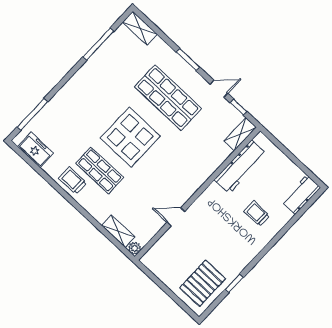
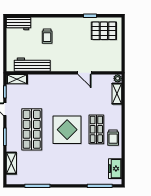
shelving: (140, 28) -> (11, 163), moved

